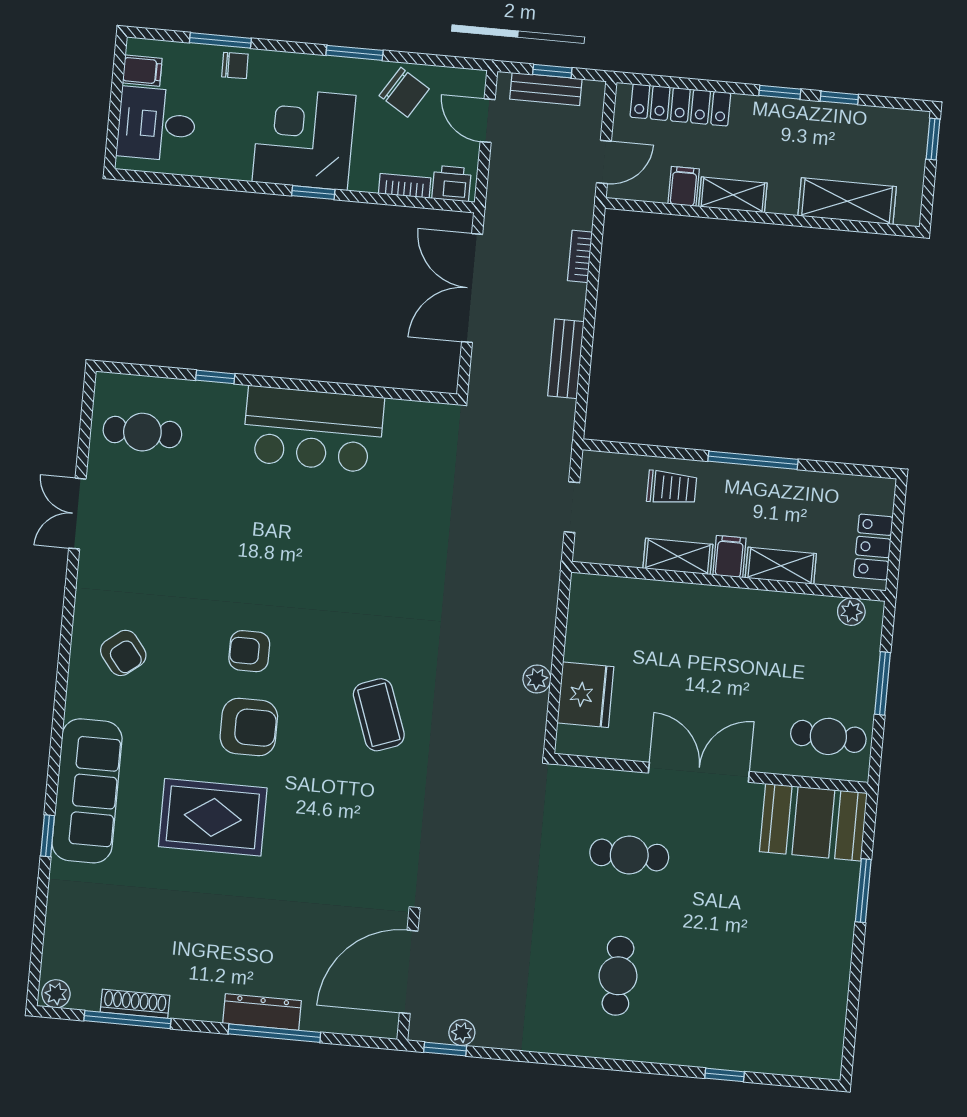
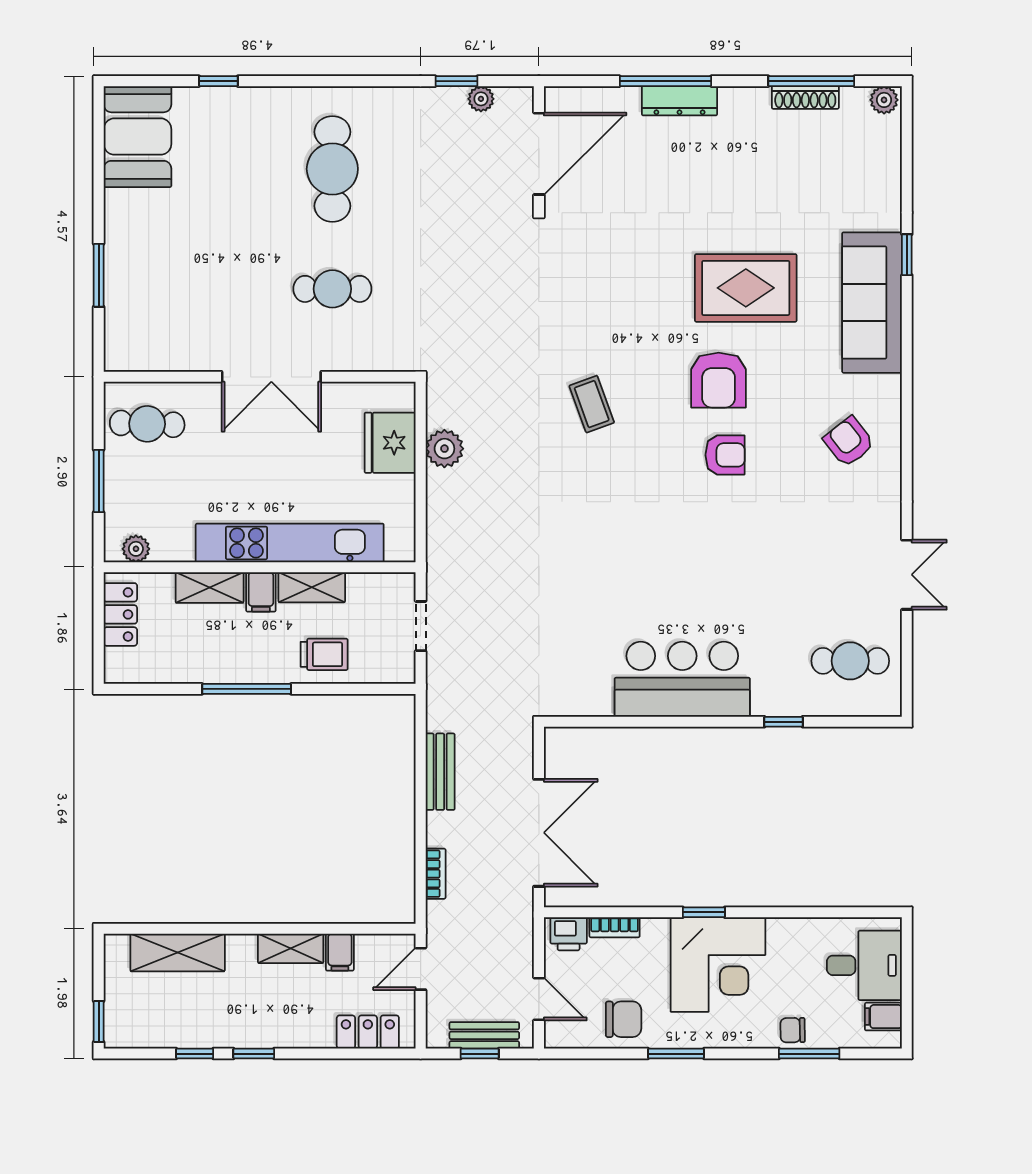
chair: (404, 92) -> (624, 1019), turned 148
locker: (680, 105) -> (368, 1032), width x0.66
trolley: (672, 488) -> (324, 654), turned 180
kitchen unit: (696, 603) -> (290, 543), added
plant: (537, 679) -> (444, 449), width x1.38, depth x1.38
coffee table: (379, 715) -> (592, 404), width x0.73, depth x0.77
armchair: (249, 727) -> (719, 380), turned -90
booth: (813, 822) -> (137, 137), moved, turned 90
cafe table: (618, 976) -> (332, 169), width x1.37, depth x1.35
window: (445, 1049) -> (456, 81), moved

